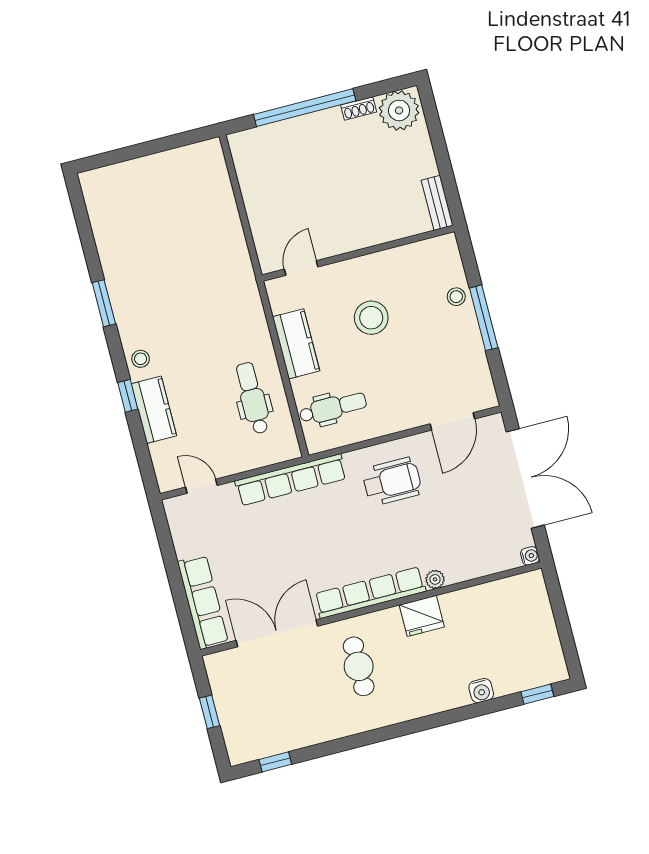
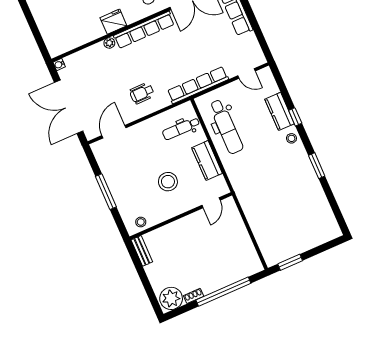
window: (178, 140) -> (290, 262), added
stool: (456, 297) -> (141, 222), moved
dental chair: (253, 398) -> (226, 127), width x1.36, depth x1.38
wheelchair: (392, 481) -> (142, 93), width x0.73, depth x0.73

